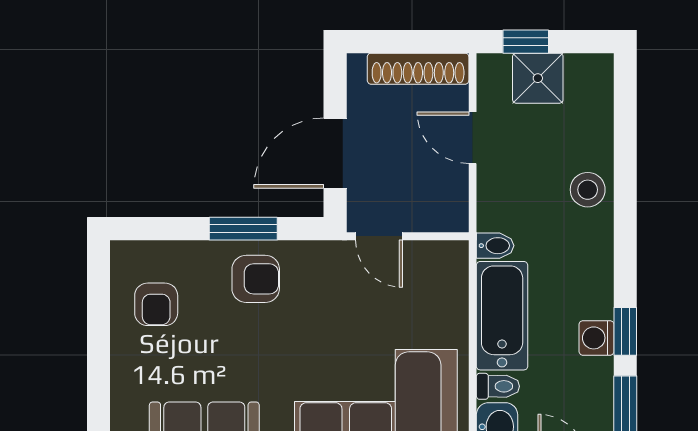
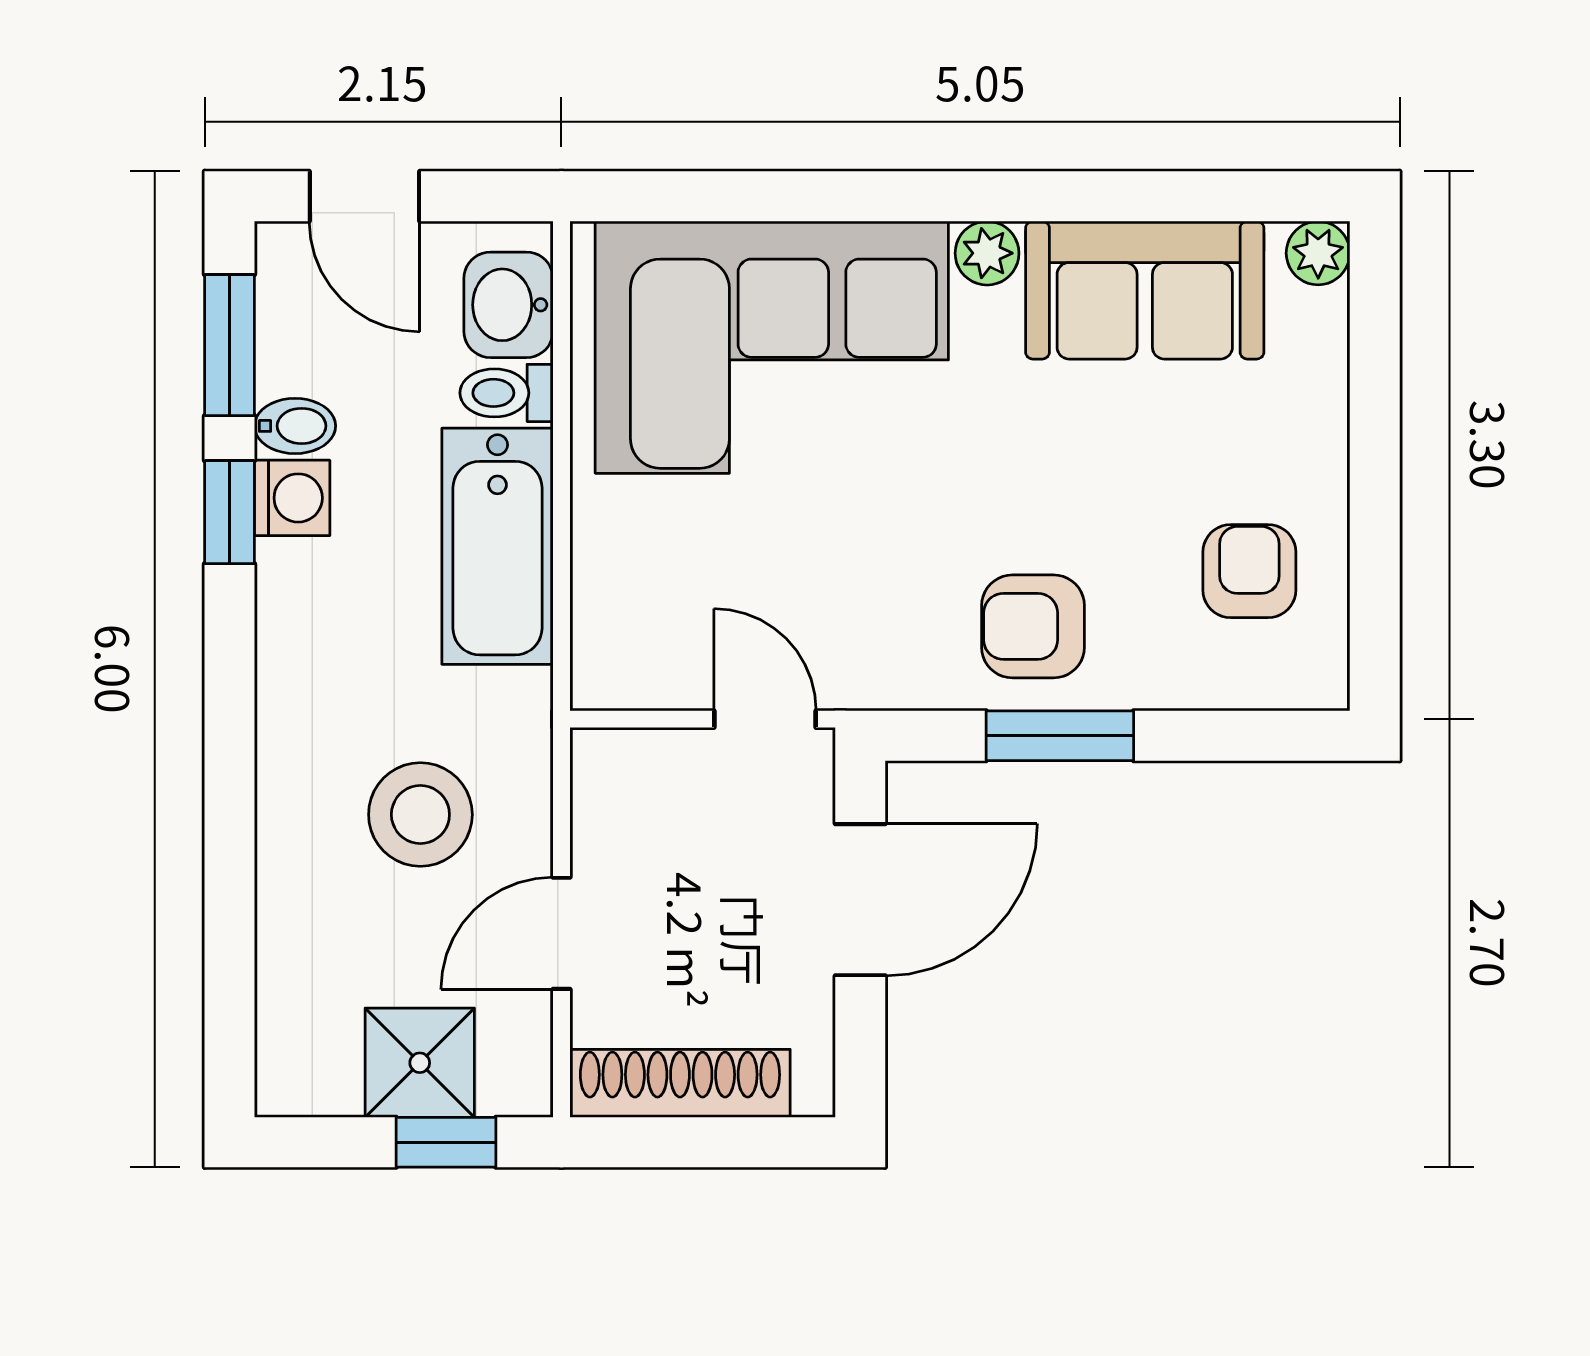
door: (473, 138) -> (561, 933), swing flipped
stool: (588, 190) -> (420, 815), moved, width x1.38, depth x1.38
bidet: (495, 246) -> (295, 426), moved, turned 180

